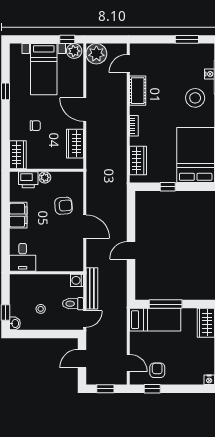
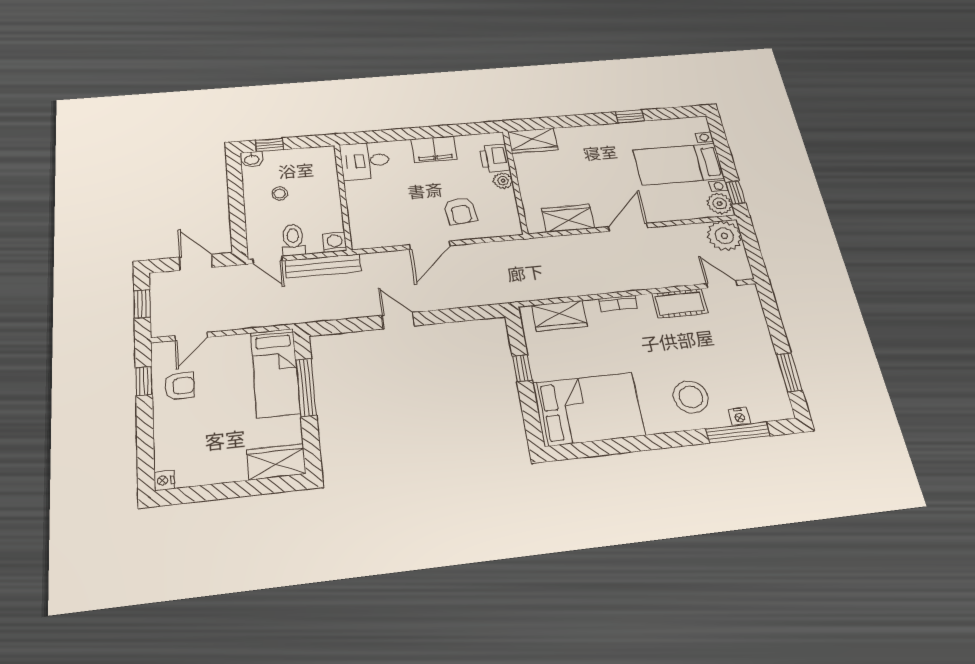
chair: (35, 126) -> (585, 160), removed

